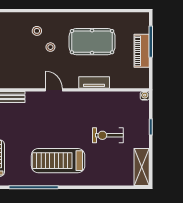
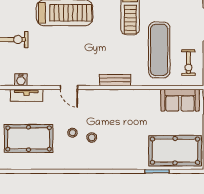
stool: (37, 31) -> (92, 137), moved
water cooler: (99, 97) -> (21, 80), added

